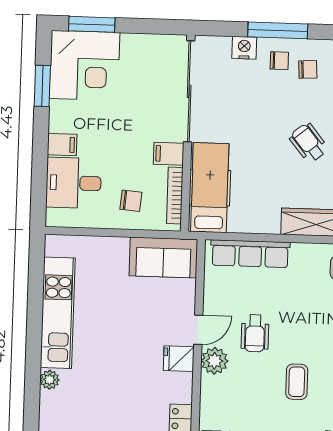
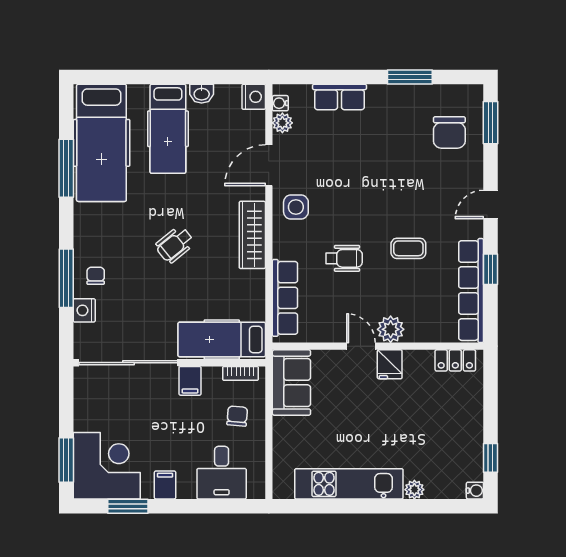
chair: (308, 69) -> (103, 248), removed
filing cabinet: (62, 145) -> (165, 485), moved
bookcase: (175, 195) -> (241, 373), width x0.64
wheelchair: (255, 333) -> (344, 258), moved

